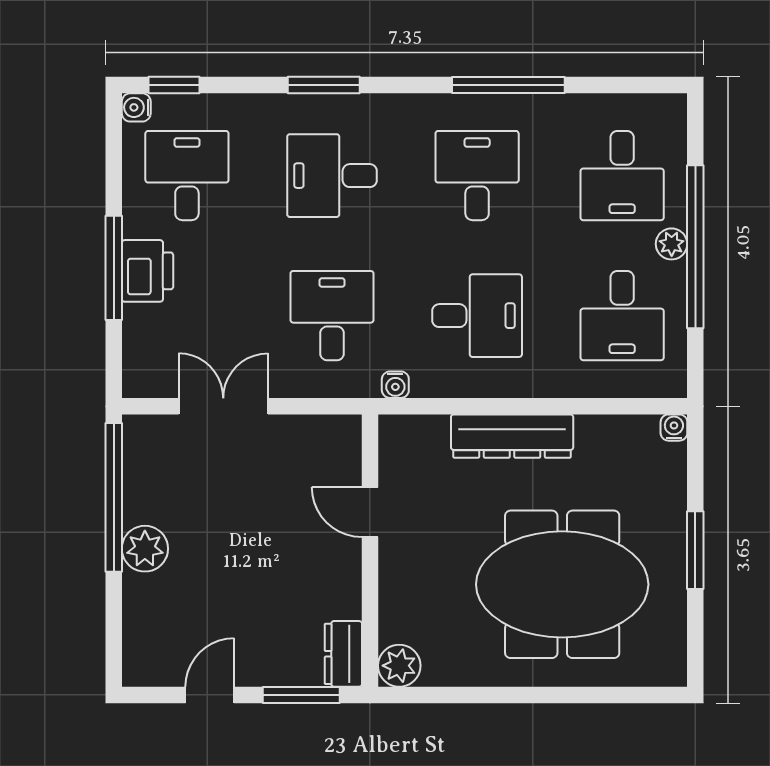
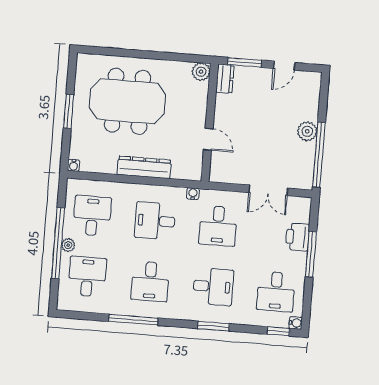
printer: (147, 271) -> (298, 237), moved

